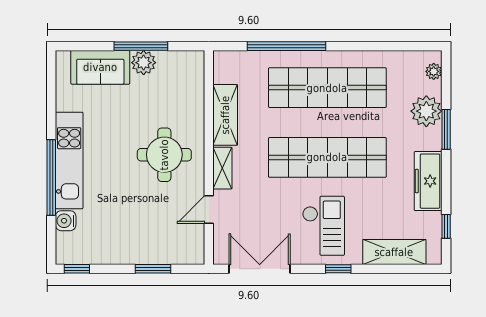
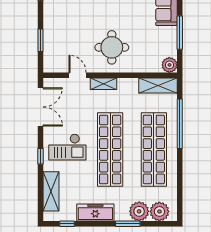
plant: (144, 63) -> (169, 65), moved
plant: (434, 71) -> (159, 211), width x1.88, depth x1.88
shelving: (225, 115) -> (158, 85), moved

